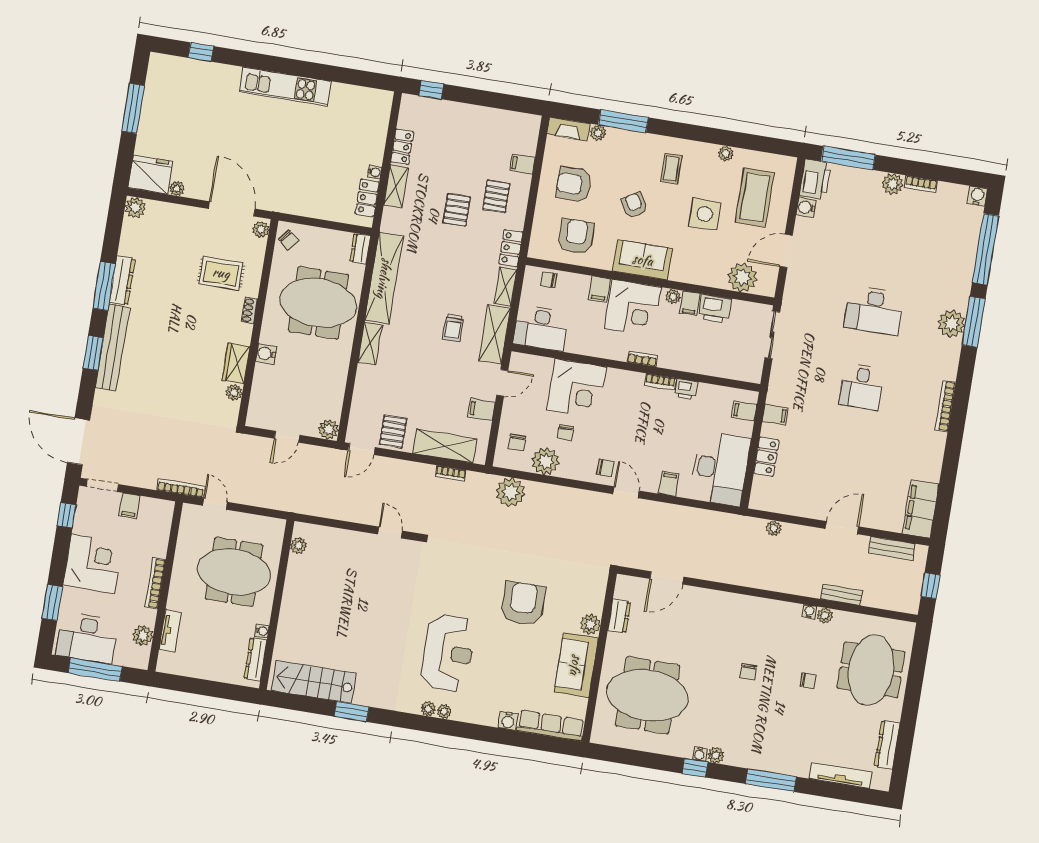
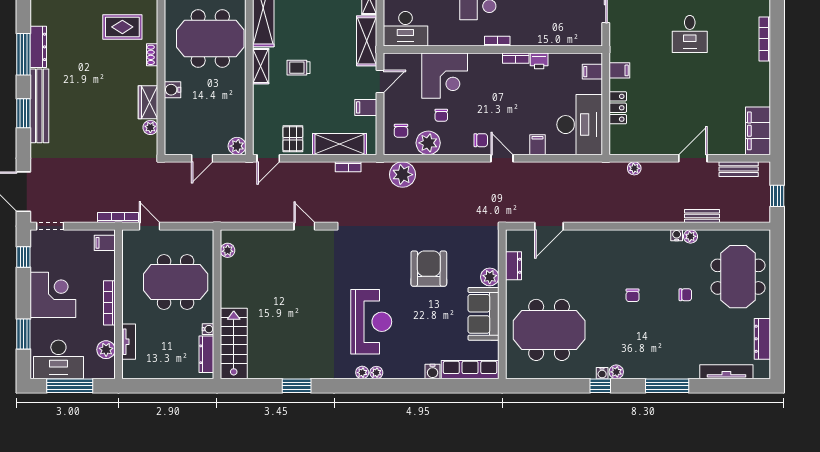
trolley: (453, 328) -> (299, 68), moved, turned 90
filing cabinet: (130, 506) -> (105, 243), moved, turned 90
stairs: (314, 682) -> (234, 344), moved, turned 90

